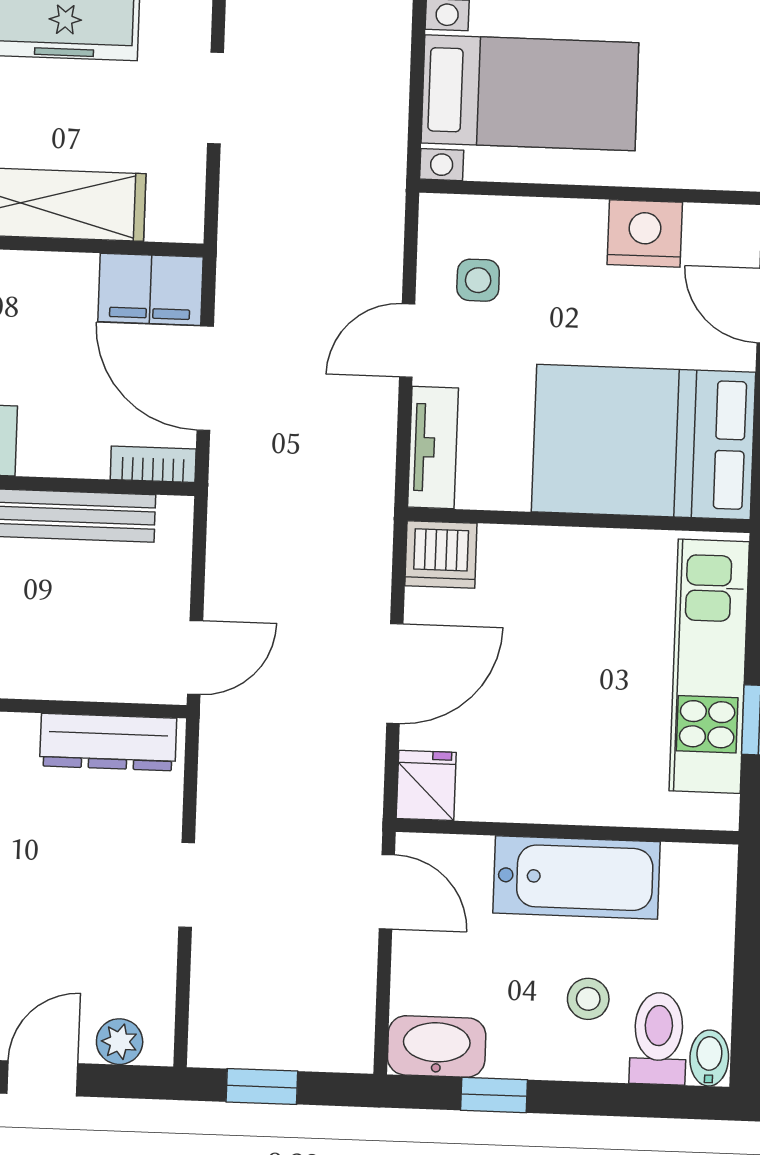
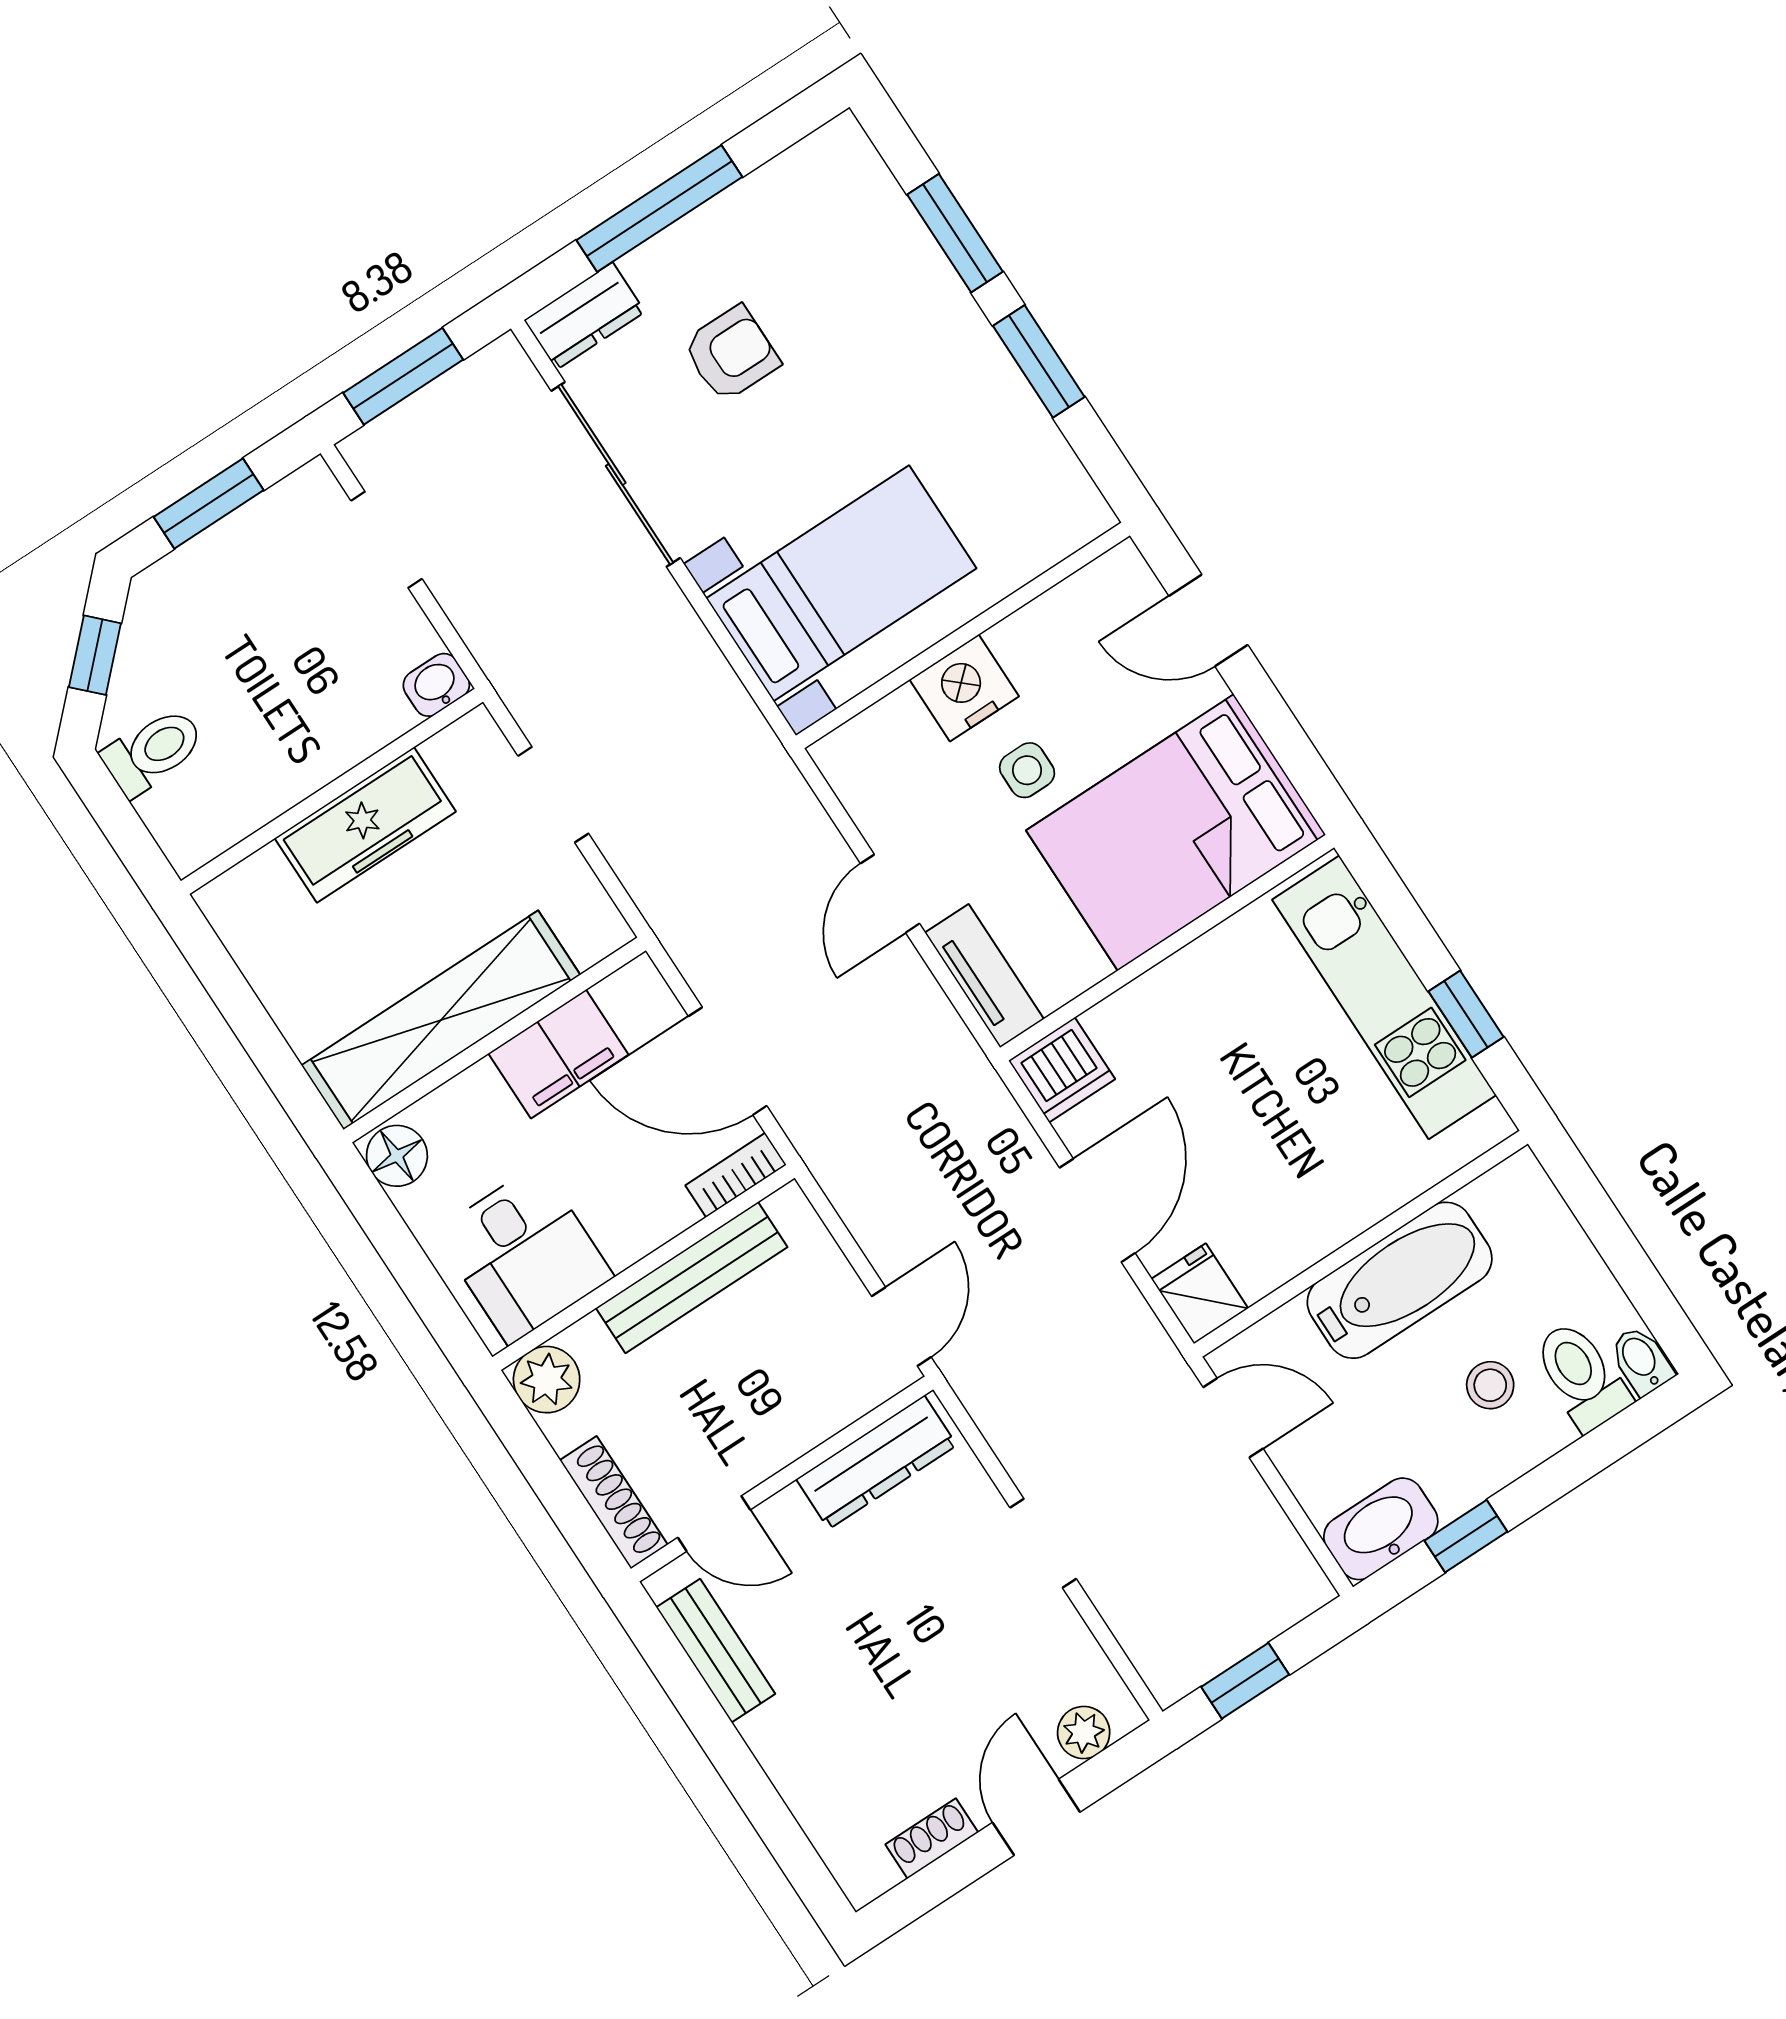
nightstand: (645, 233) -> (964, 688), moved
side table: (478, 280) -> (1027, 770), moved
filing cabinet: (150, 289) -> (558, 1054), moved

